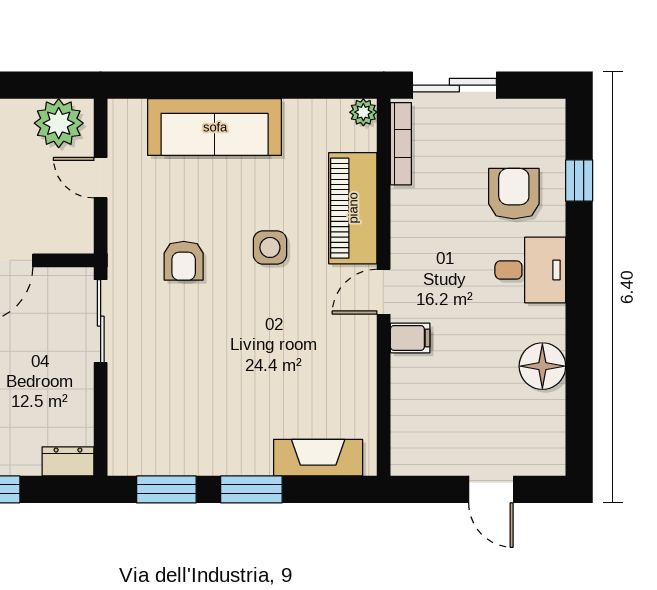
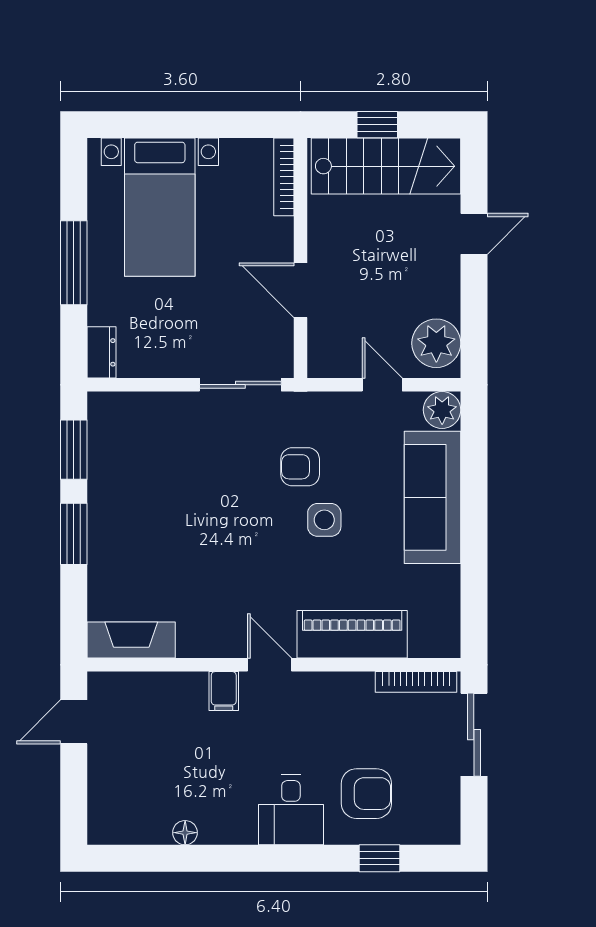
plant: (363, 112) -> (442, 410), moved, width x1.38, depth x1.38
door: (101, 178) -> (382, 385), hinge flipped
side table: (270, 247) -> (324, 520), moved
floor lamp: (542, 366) -> (185, 833), width x0.53, depth x0.53
fireplace: (318, 458) -> (131, 640), moved, turned -90
door: (491, 489) -> (74, 722), moved

